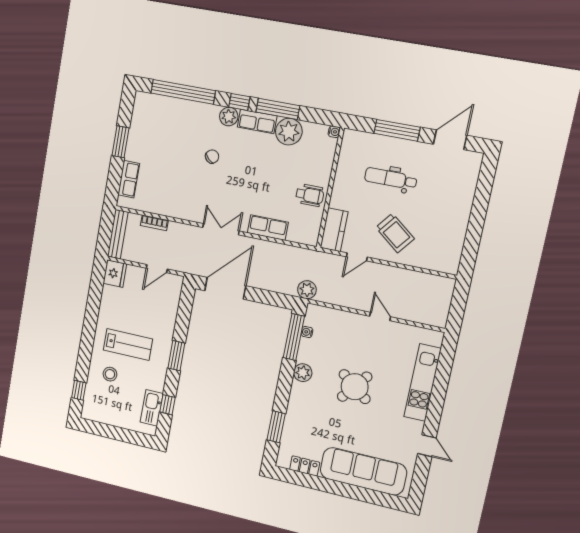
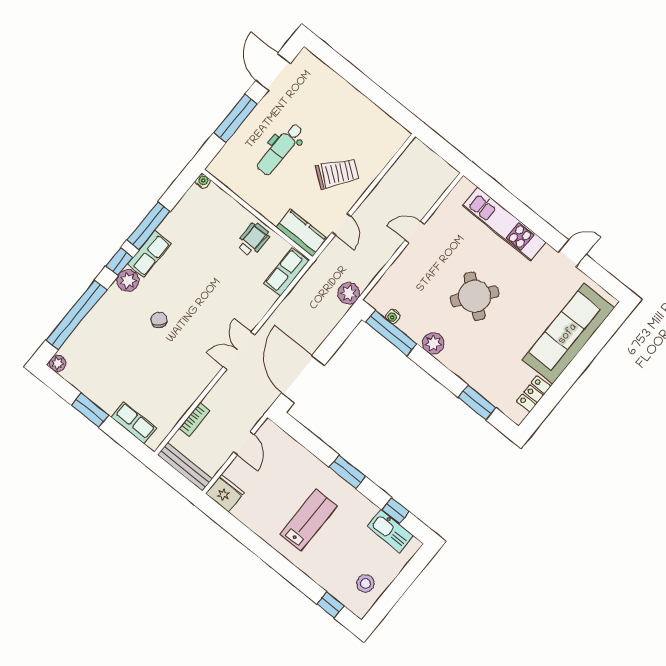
plant: (289, 132) -> (57, 363), moved, width x0.53, depth x0.53
row of seats: (268, 228) -> (286, 272), moved
stool: (110, 374) -> (365, 583), moved

